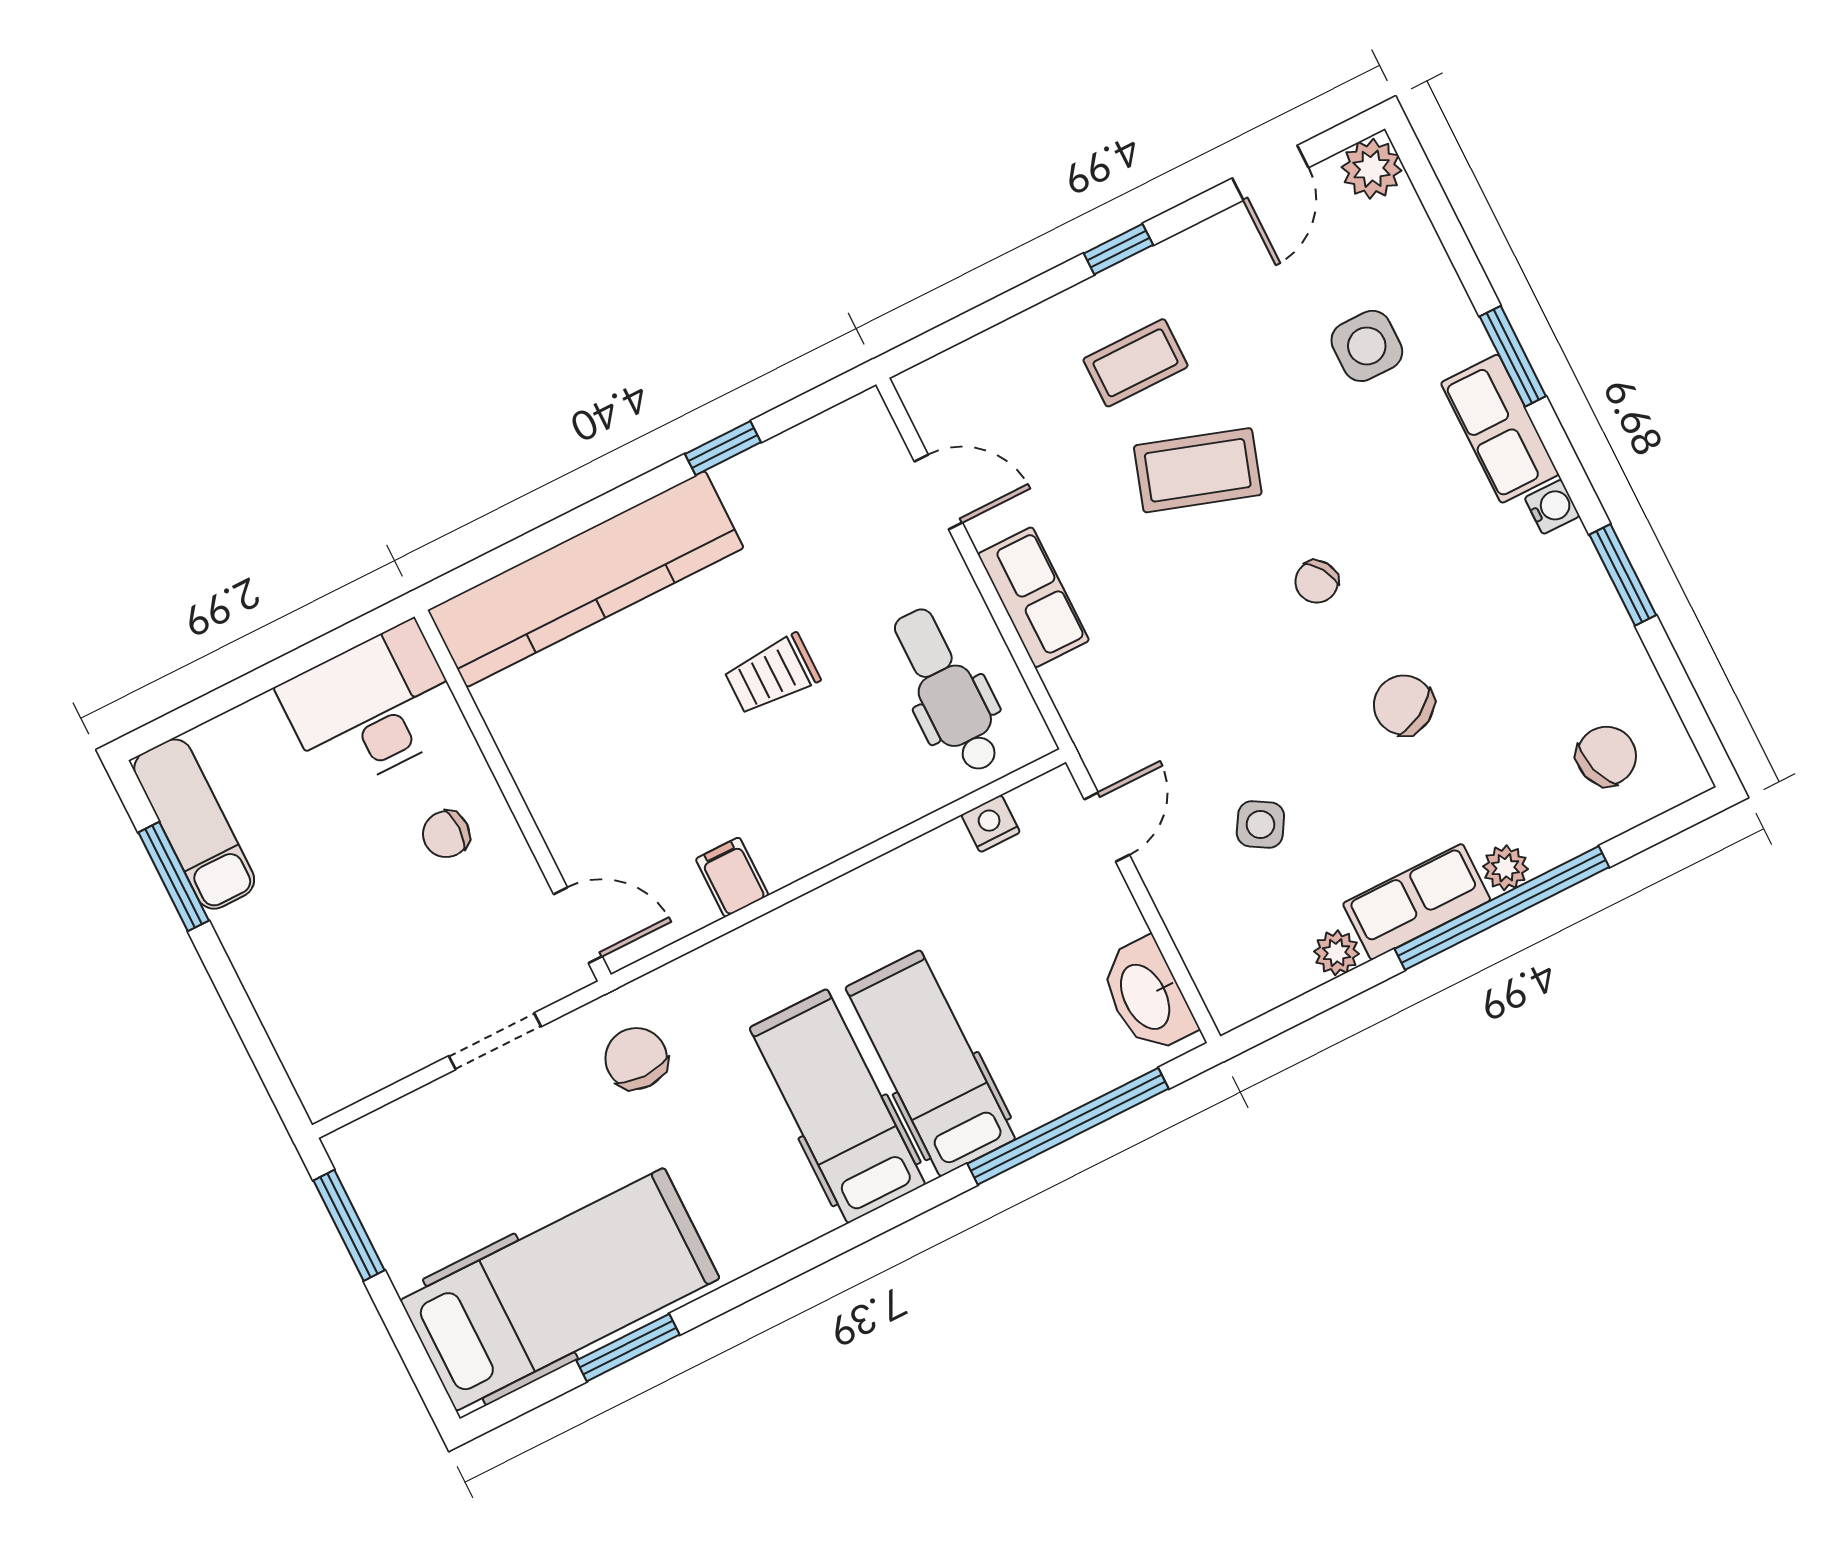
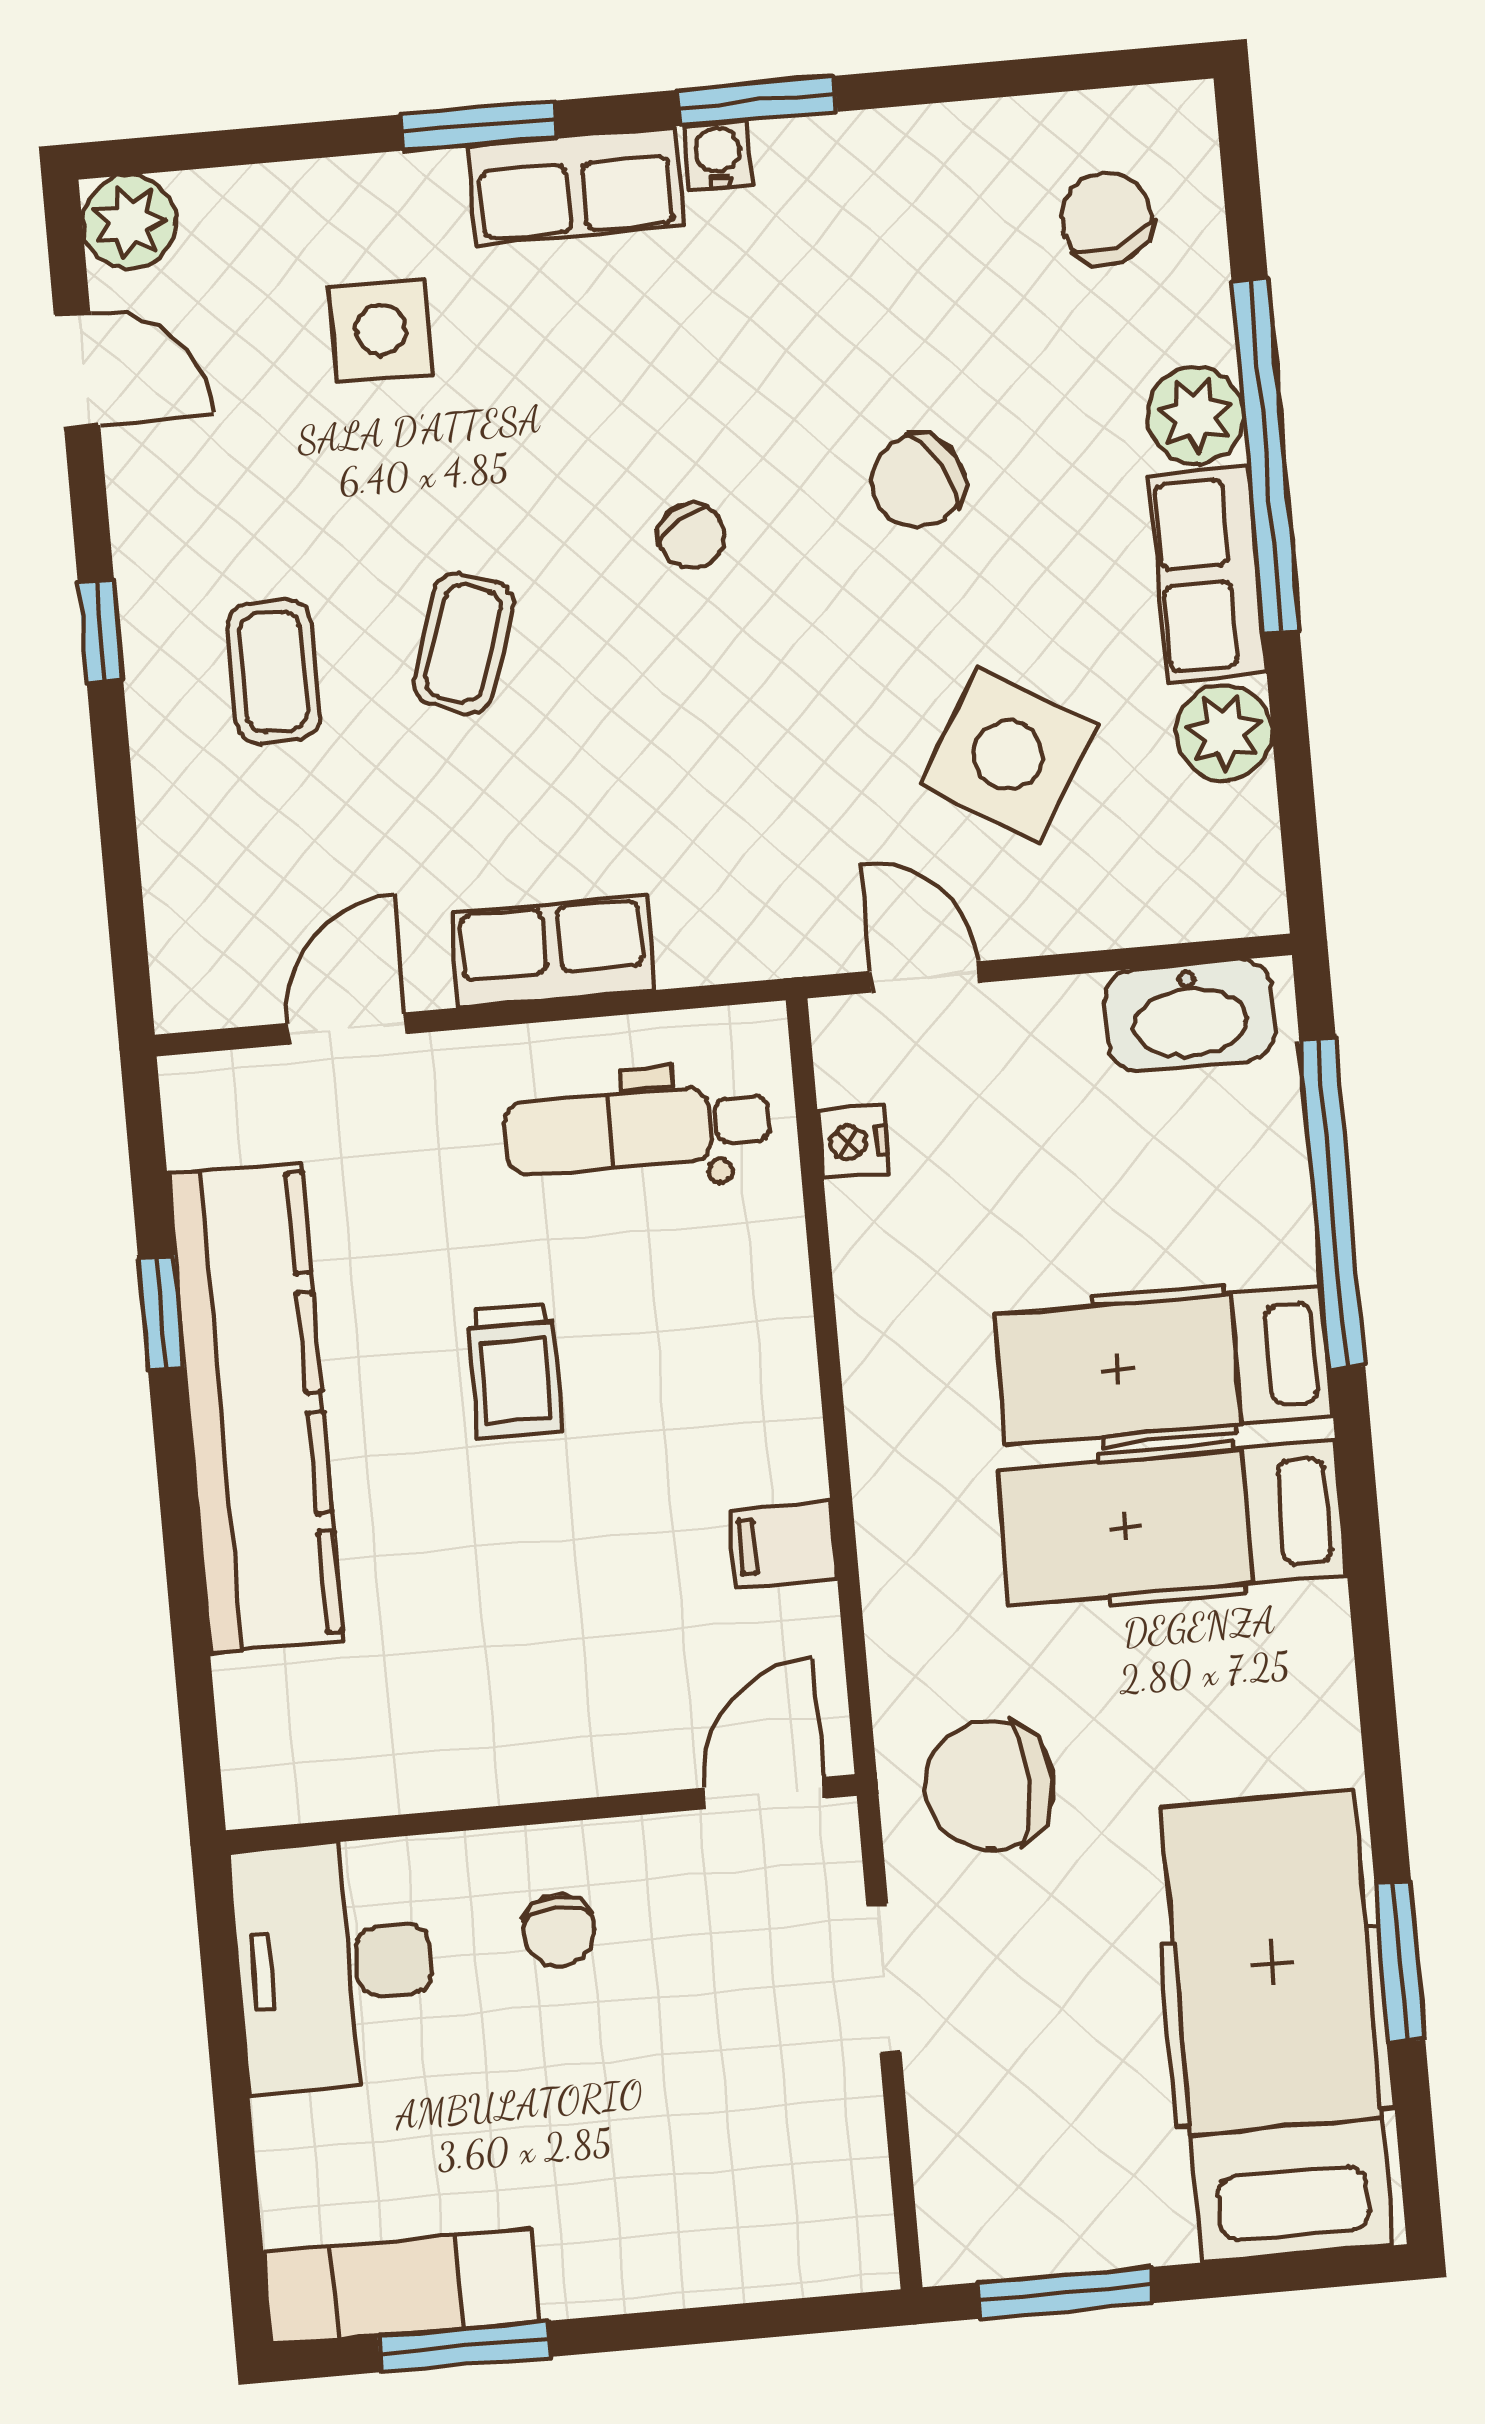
coffee table: (1198, 470) -> (463, 643), width x0.73, depth x0.77
window: (1623, 575) -> (757, 101), moved
kitchen counter: (586, 579) -> (255, 1408), moved
side table: (1260, 824) -> (1008, 755), width x1.87, depth x1.87
plant: (1505, 868) -> (1195, 415), width x1.38, depth x1.38
plant: (1337, 953) -> (1224, 733), width x1.38, depth x1.38
chair: (636, 1059) -> (989, 1785), width x1.37, depth x1.37

